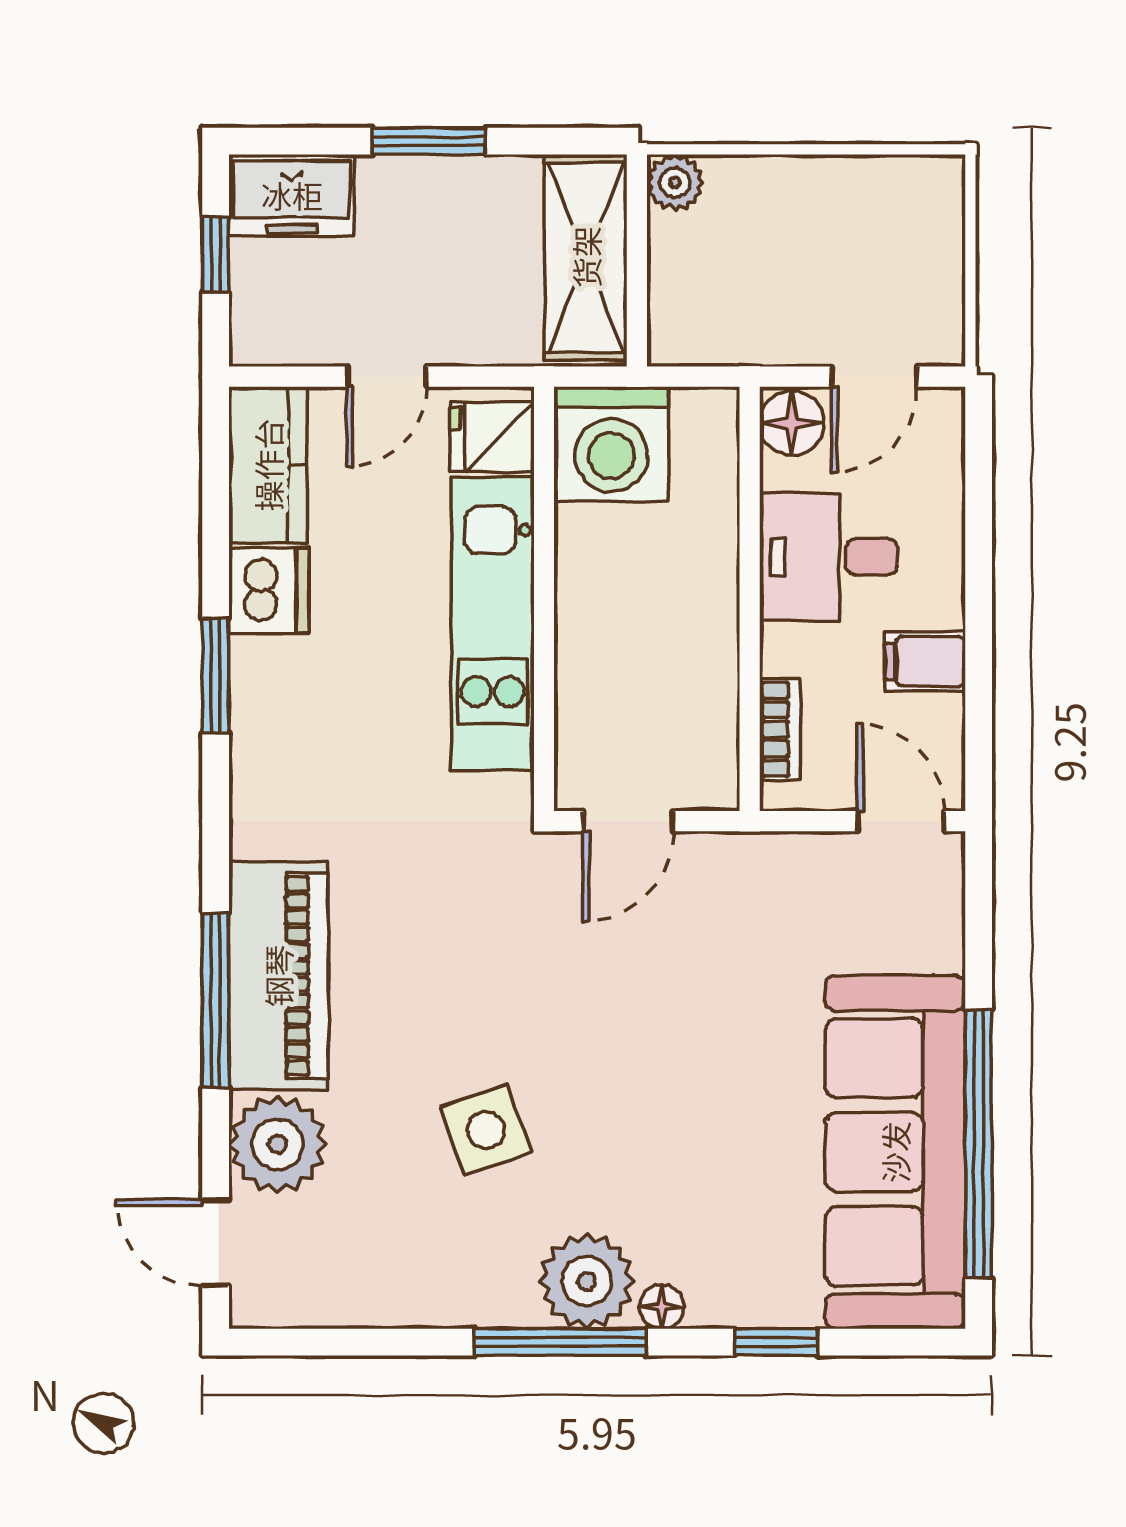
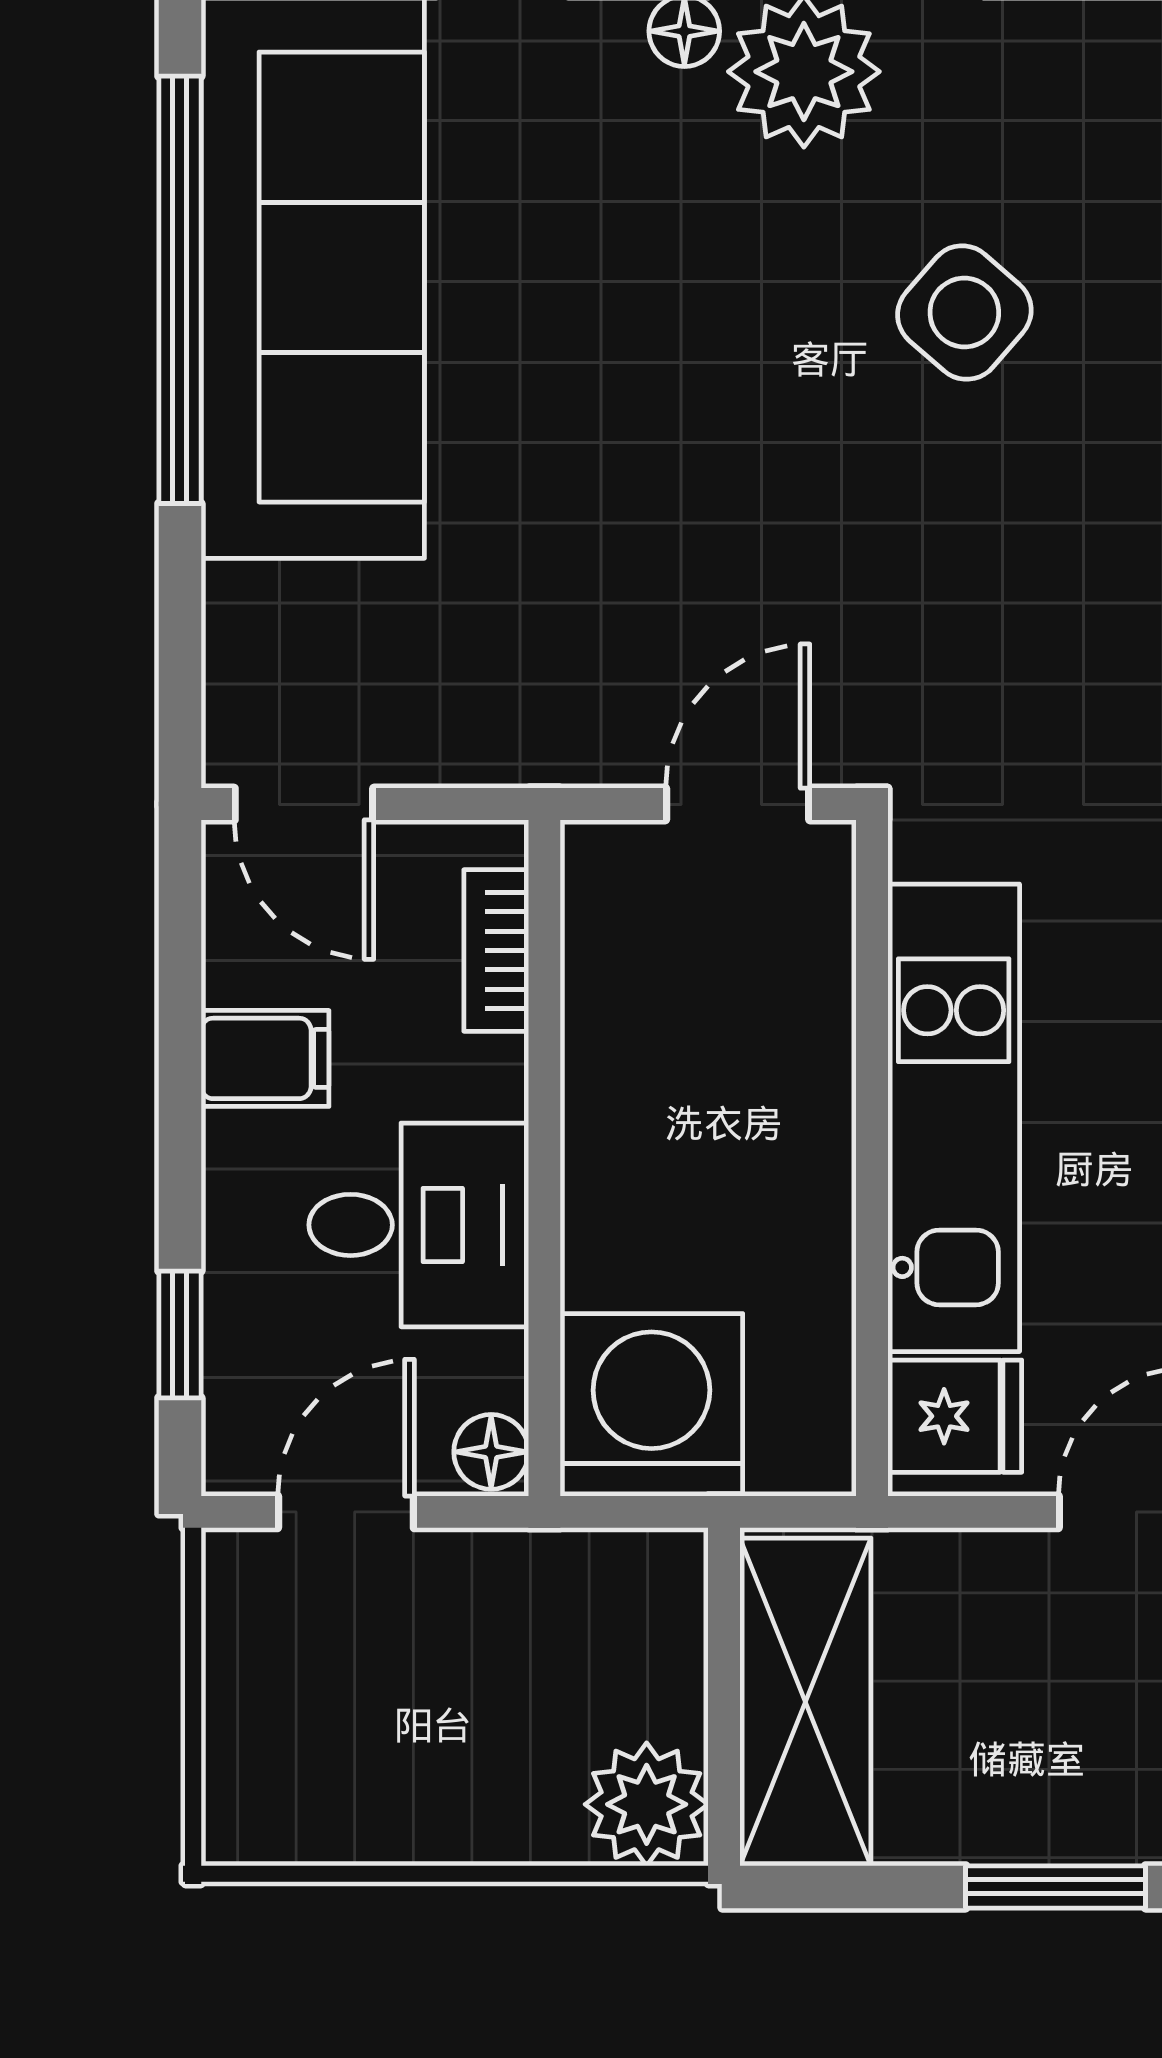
plant: (675, 182) -> (647, 1804), width x1.38, depth x1.38
floor lamp: (792, 423) -> (491, 1452), width x0.73, depth x0.73
washing machine: (611, 444) -> (651, 1405), moved
window: (979, 488) -> (180, 1334), added
side table: (486, 1130) -> (964, 313), turned -30

